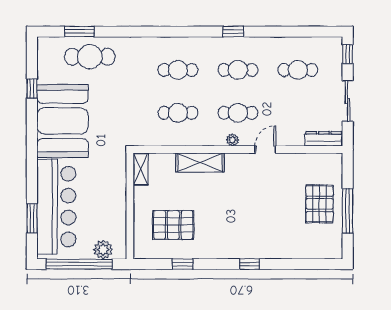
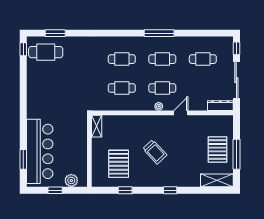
window: (233, 32) -> (159, 33), width x2.17
cafe table: (90, 57) -> (46, 52), moved
window: (32, 88) -> (23, 49), moved
sliding door: (348, 101) -> (236, 80), width x1.37
booth: (63, 121) -> (44, 94), removed
shelving: (200, 162) -> (217, 180), moved
trolley: (227, 207) -> (155, 152), added
pallet: (173, 225) -> (119, 164), turned 90
window: (79, 264) -> (55, 190), width x0.32

